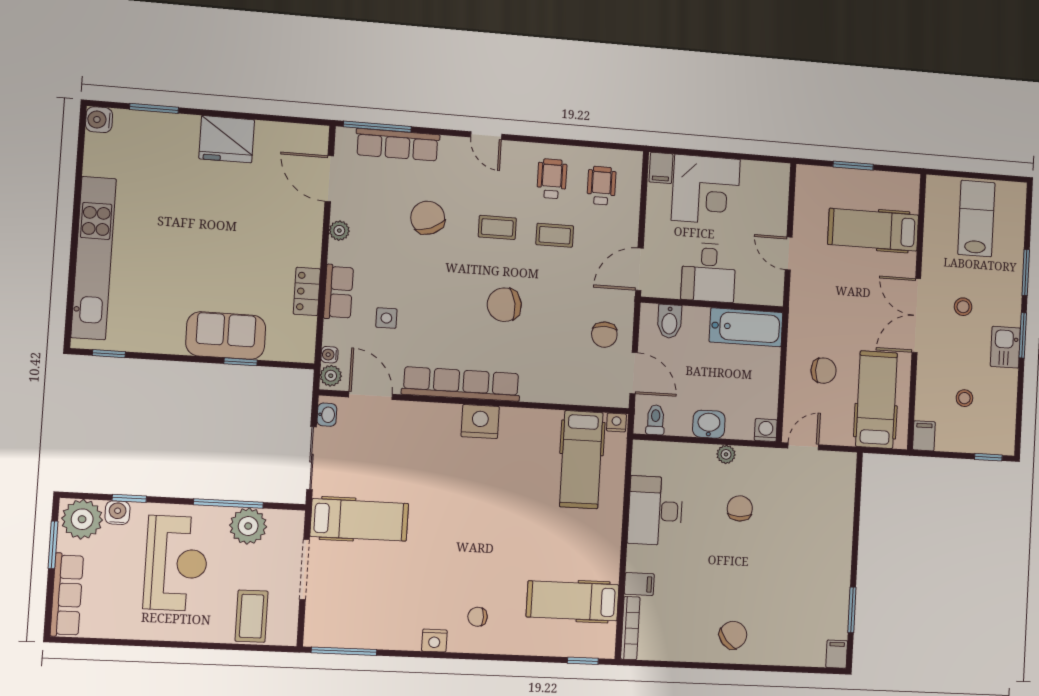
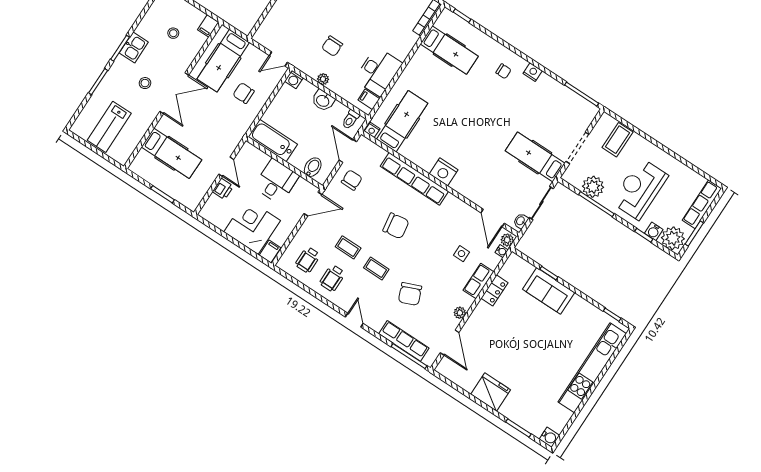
printer: (776, 220) -> (223, 189), added
row of seats: (461, 384) -> (414, 179), moved
filing cabinet: (639, 584) -> (369, 99), moved

